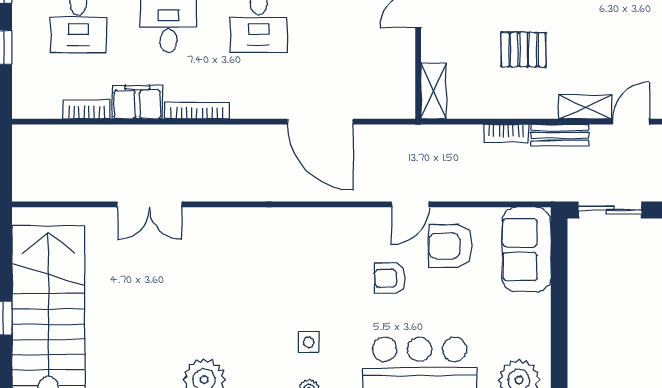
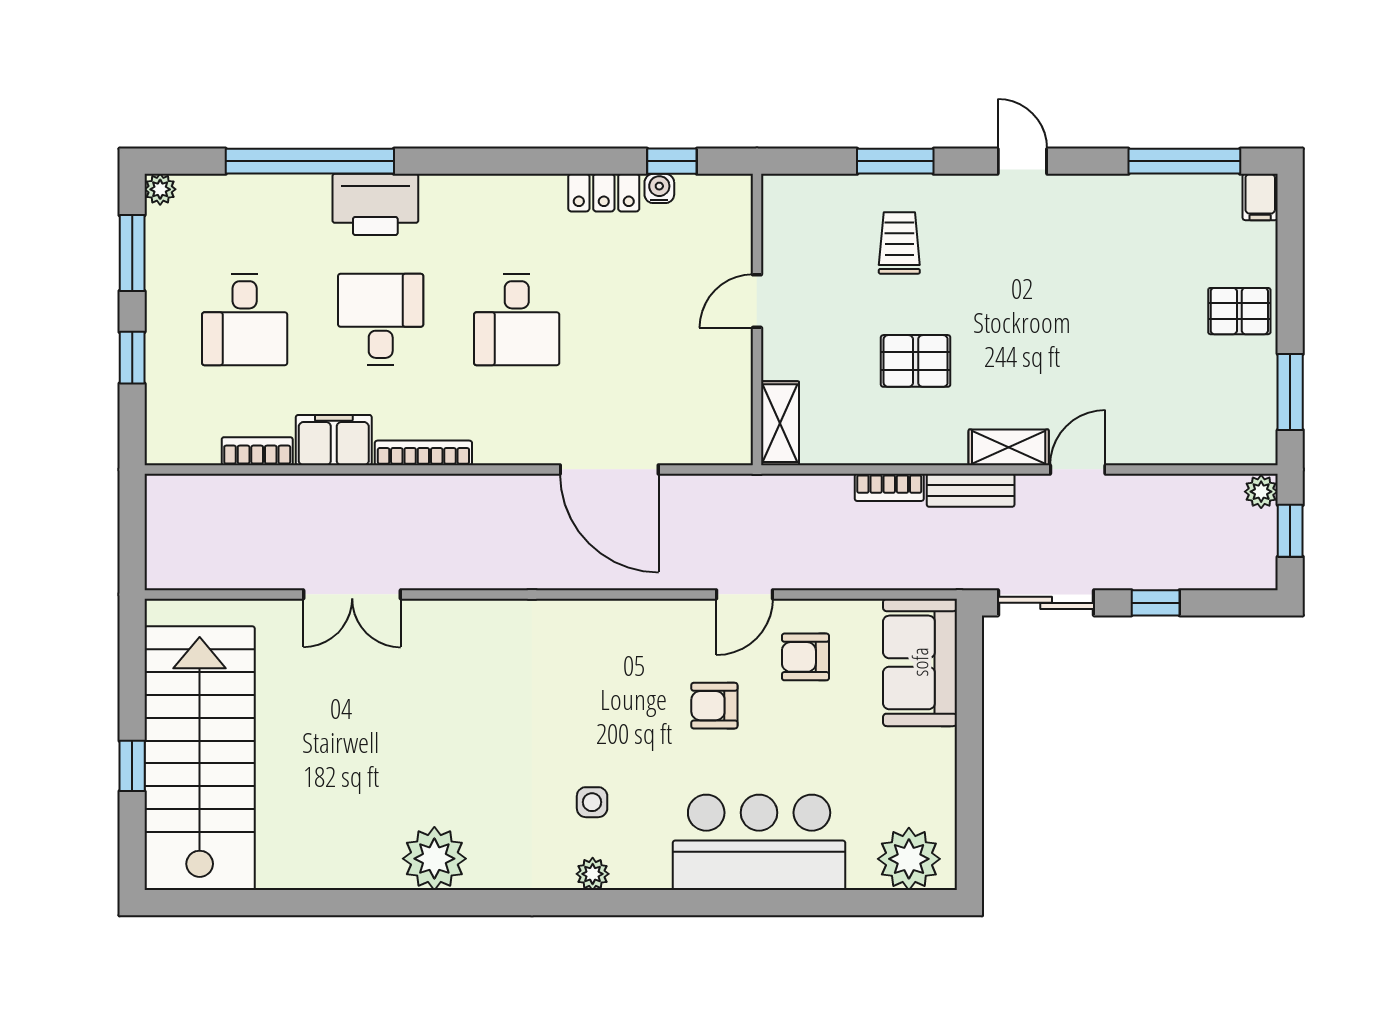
armchair: (450, 246) -> (805, 657), width x0.72, depth x0.72

